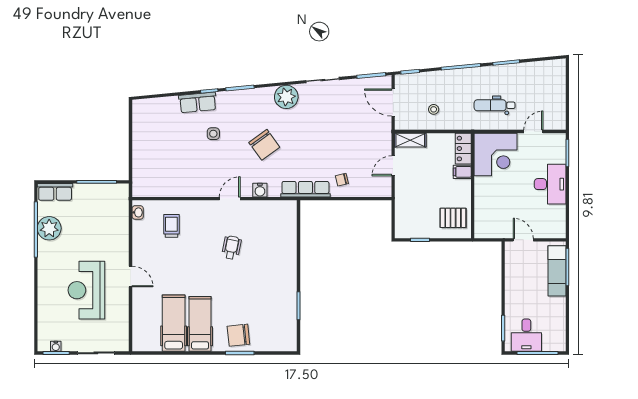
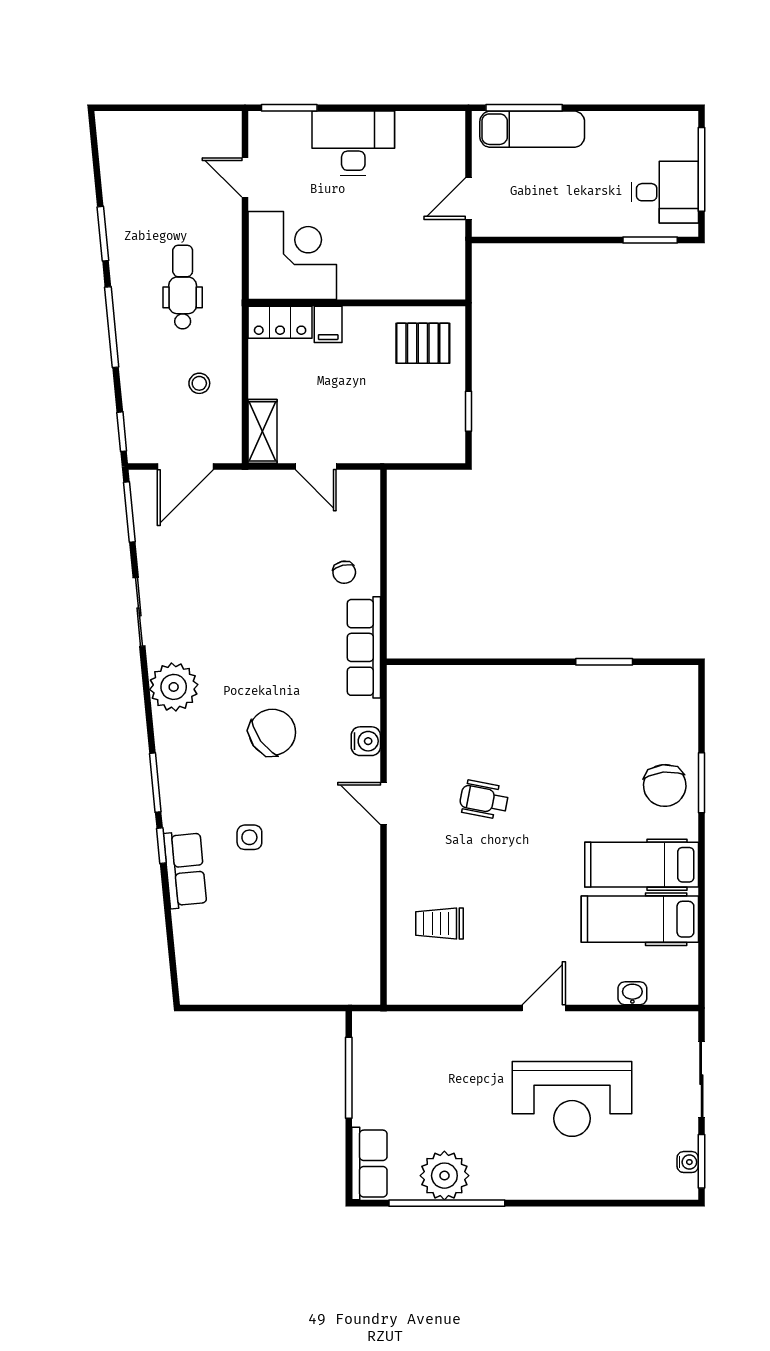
dental chair: (495, 105) -> (183, 287), moved, turned 180
washbasin: (138, 212) -> (632, 993), moved
pallet: (453, 218) -> (423, 343), turned 90

